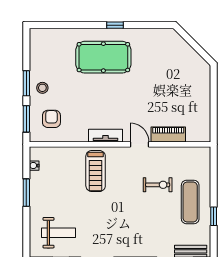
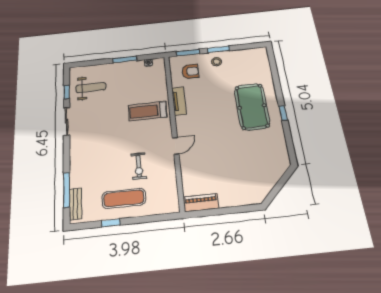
piano: (168, 134) -> (201, 203), moved, turned -90
tv unit: (106, 136) -> (179, 101), moved
weight bench: (59, 233) -> (91, 88), turned -90

